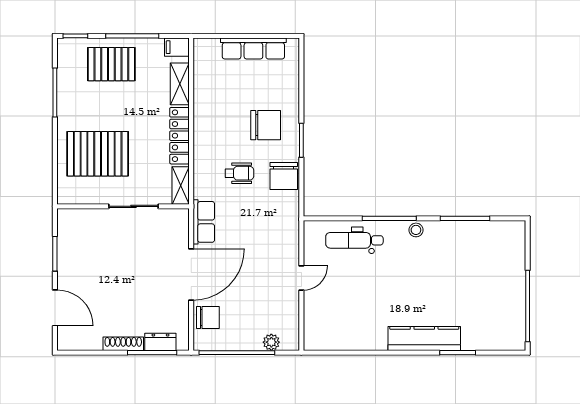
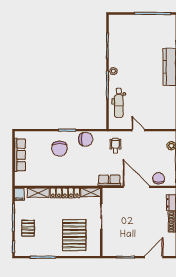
pallet: (111, 64) -> (28, 228), width x0.67, depth x0.71
chair: (266, 125) -> (59, 149), turned 180
wheelchair: (239, 173) -> (115, 145), moved

